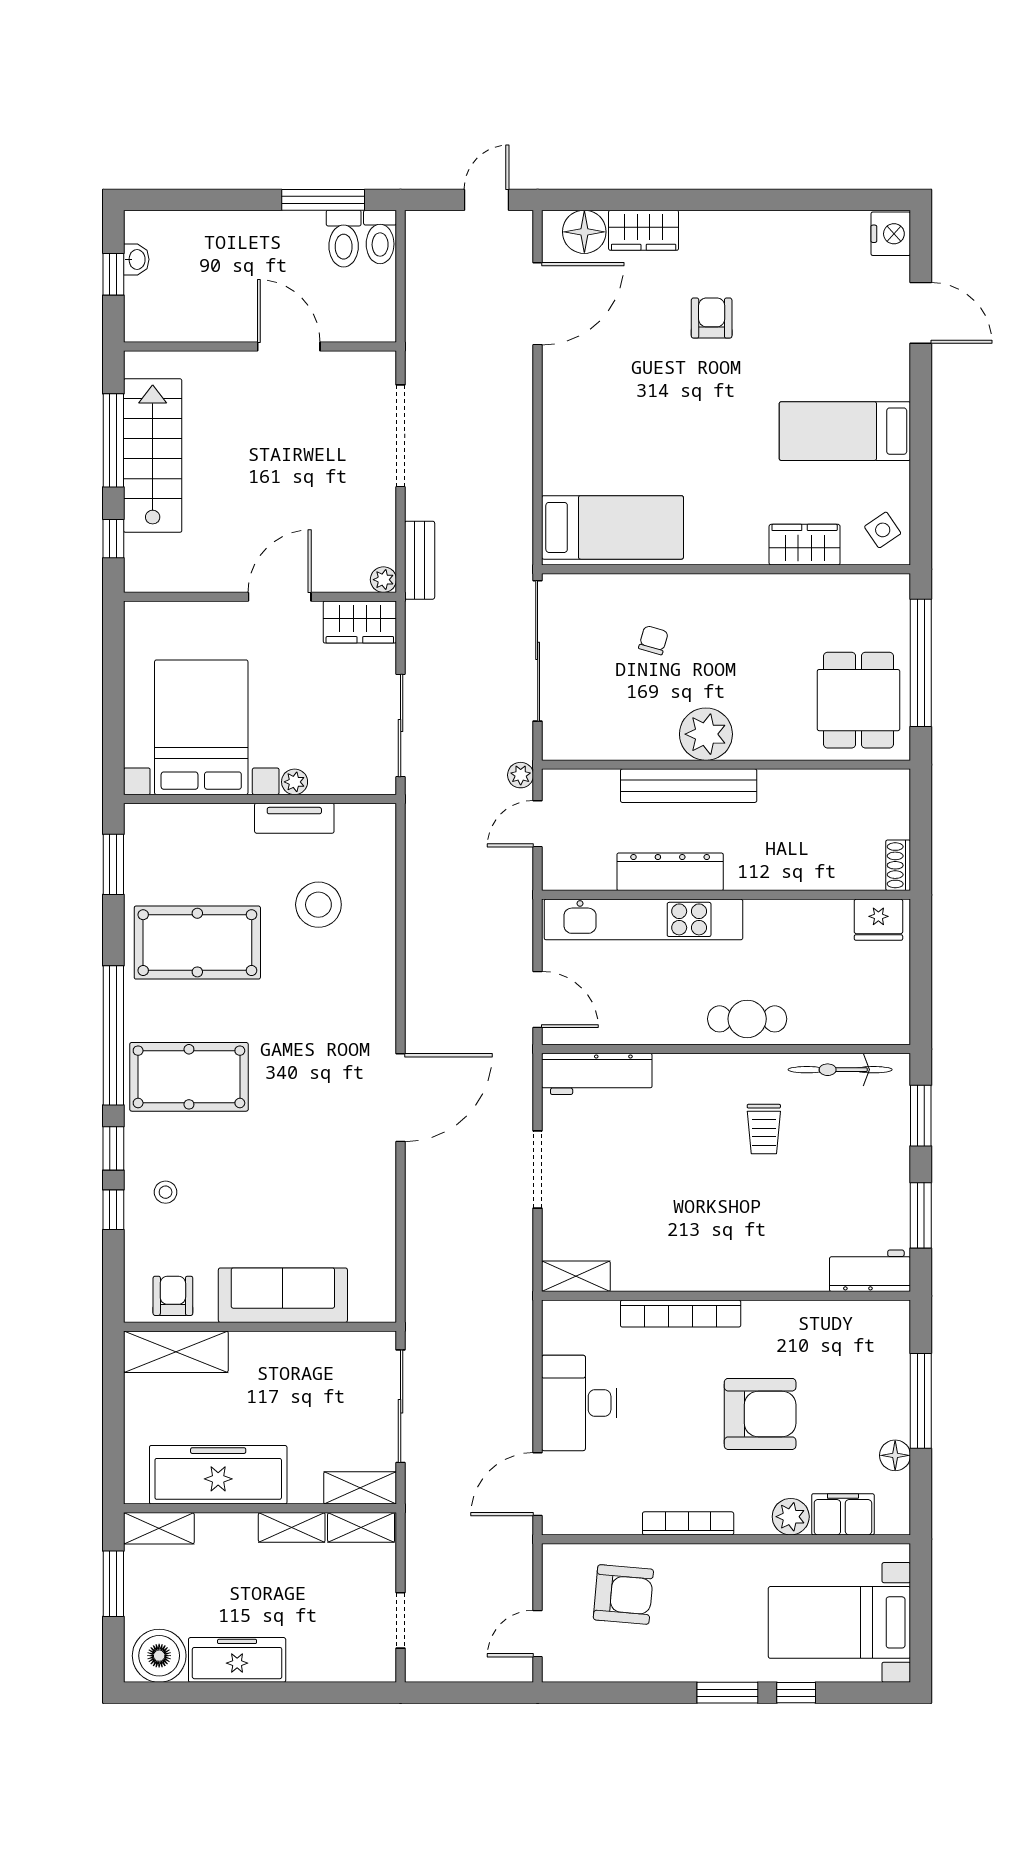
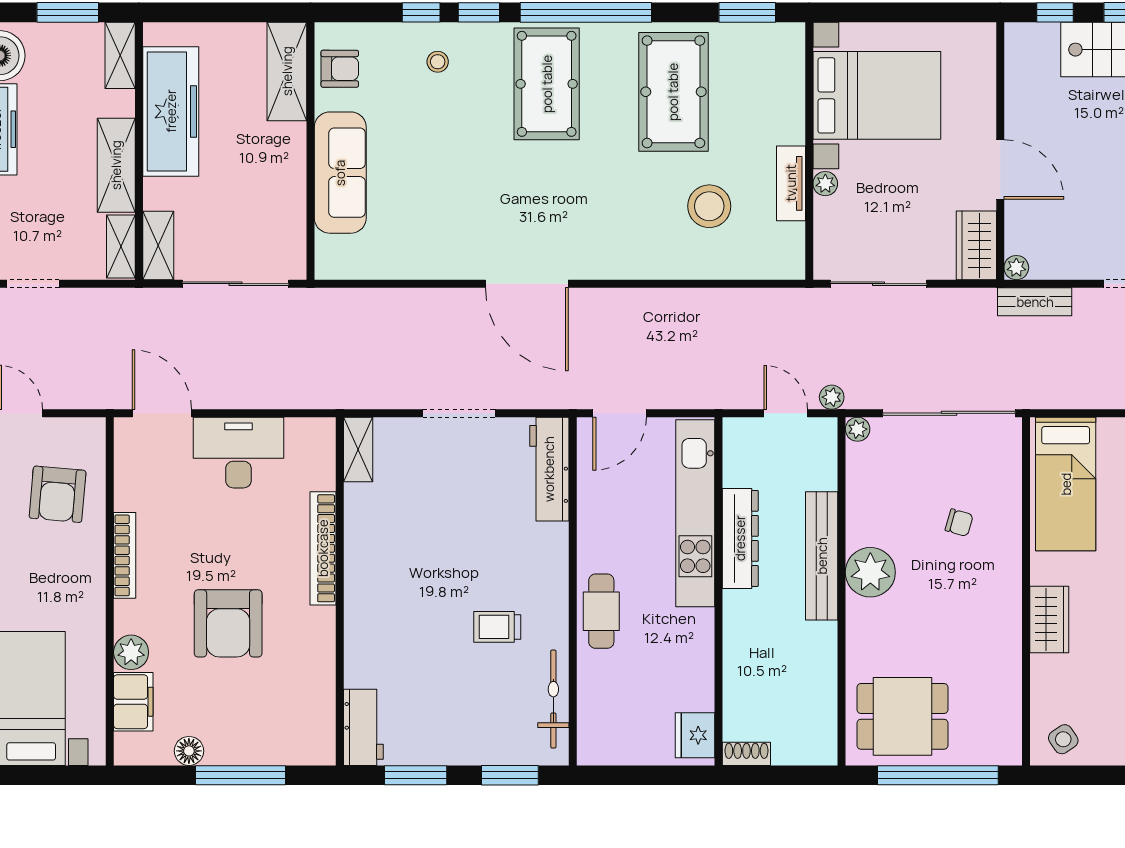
wardrobe: (805, 545) -> (1049, 619), moved
plant: (555, 748) -> (858, 429), added
shelving: (292, 1527) -> (116, 165), width x1.50, depth x1.33

